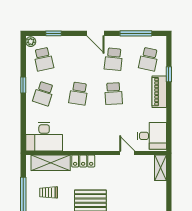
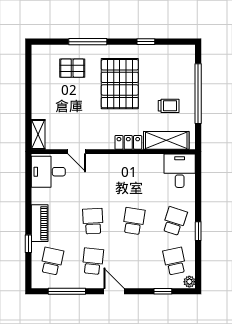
desk: (44, 137) -> (180, 171), width x0.73

